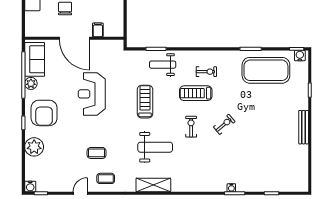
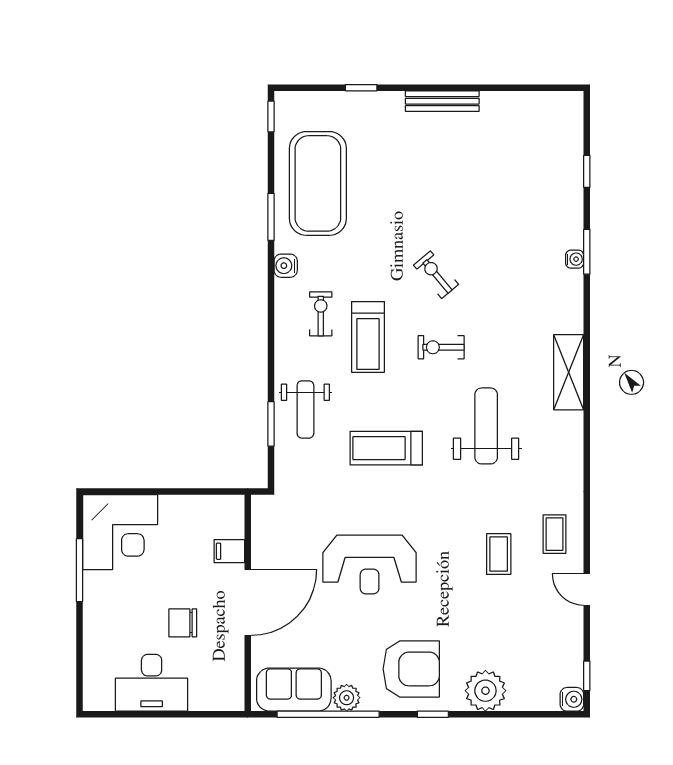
water cooler: (300, 56) -> (286, 266), moved
shelving: (153, 185) -> (569, 372), moved

